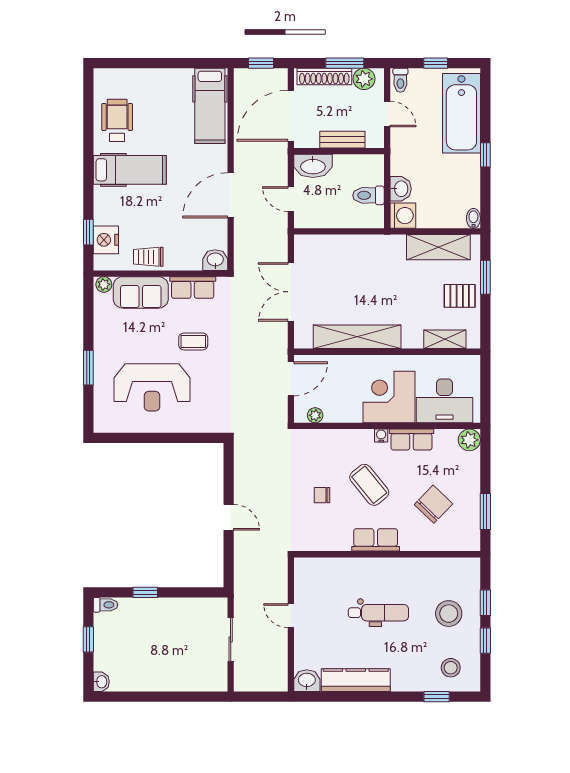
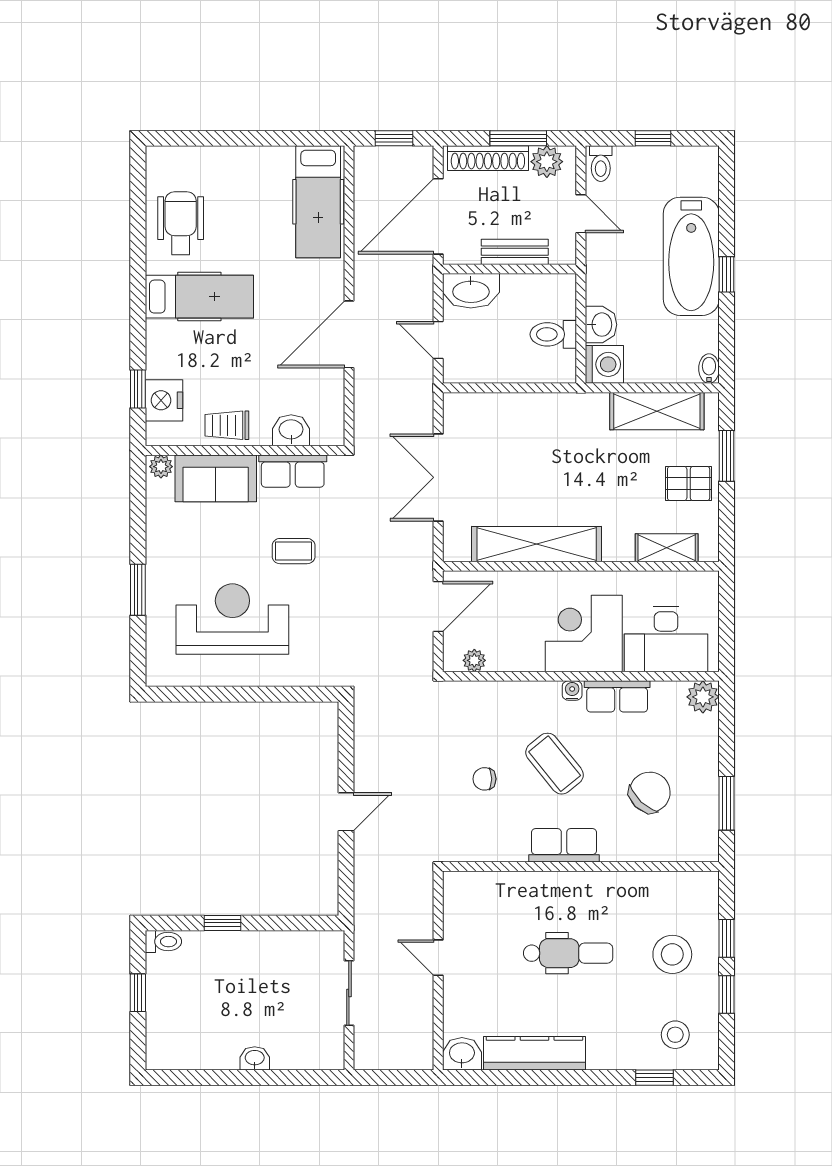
bathtub: (461, 113) -> (691, 256), moved
washbasin: (215, 260) -> (291, 430), moved
reception desk: (152, 387) -> (232, 619), turned 180
door: (229, 517) -> (346, 812), hinge flipped
washbasin: (101, 682) -> (255, 1058), moved, turned -90

